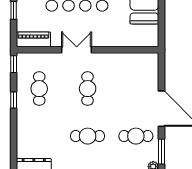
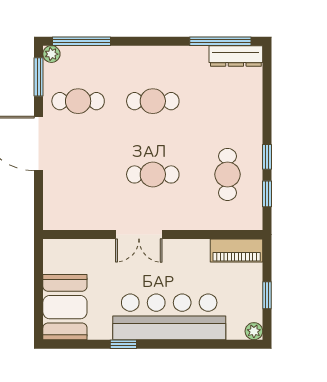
double door: (77, 50) -> (139, 234), moved
window: (14, 64) -> (267, 194), moved
cafe table: (88, 89) -> (153, 174), turned 90

